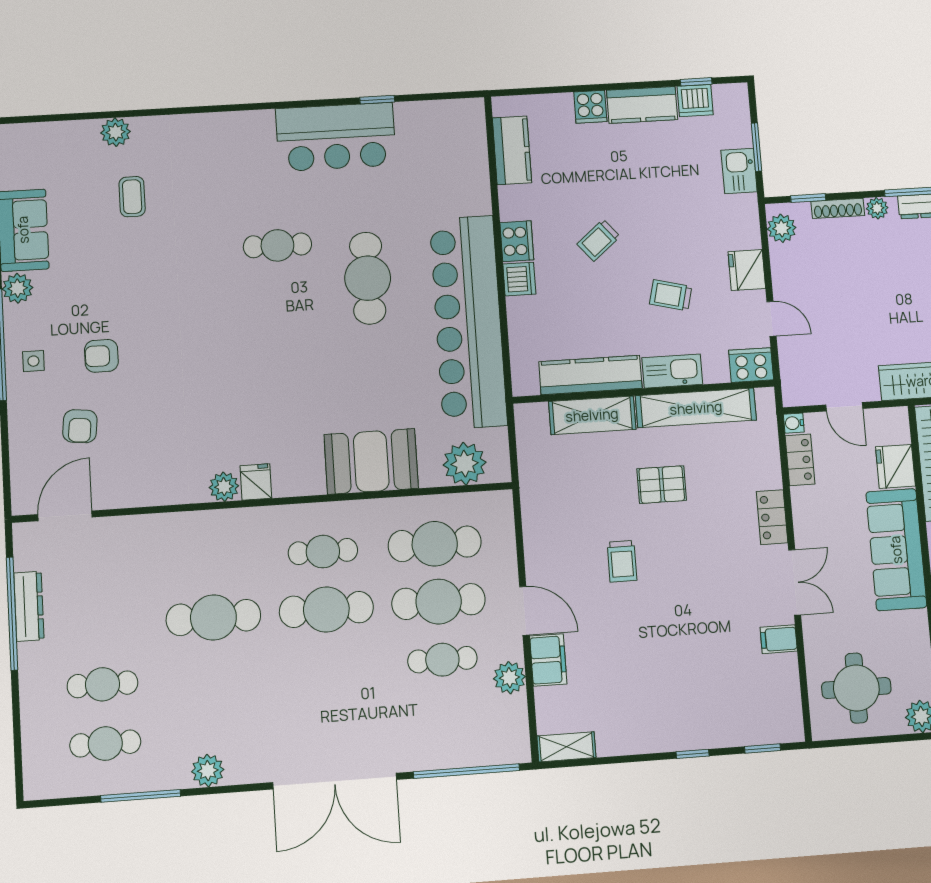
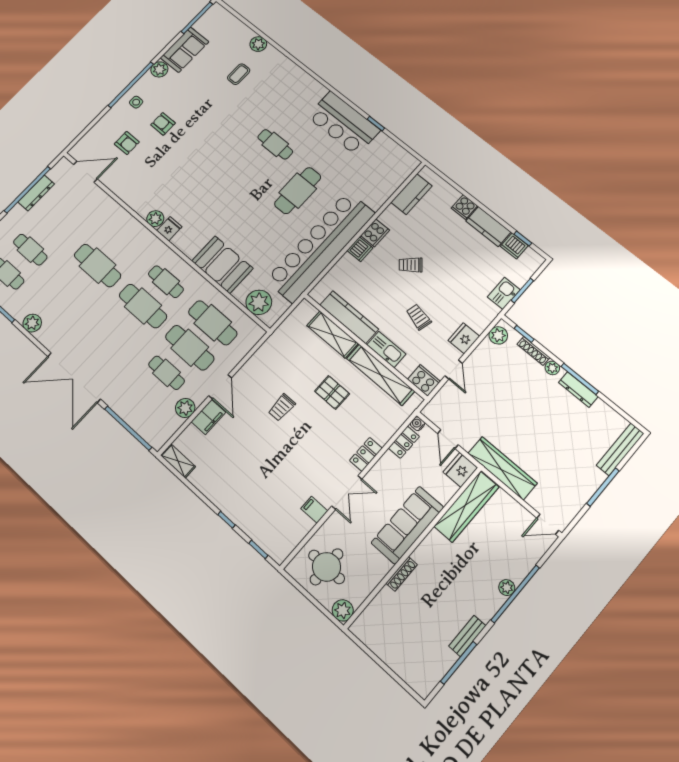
armchair: (80, 426) -> (127, 143), turned -96
fridge: (895, 466) -> (460, 470), moved

